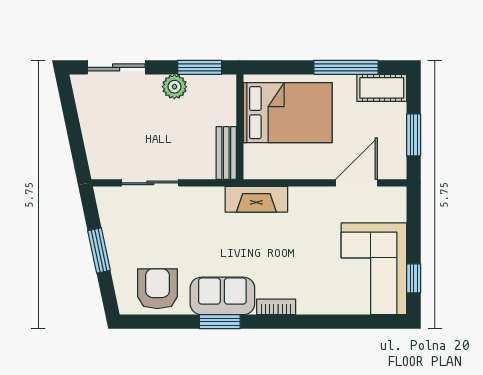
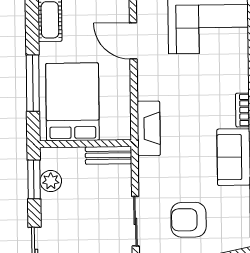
window: (346, 67) -> (33, 83), moved
plant: (174, 87) -> (51, 181), moved
armchair: (157, 289) -> (189, 220), moved

